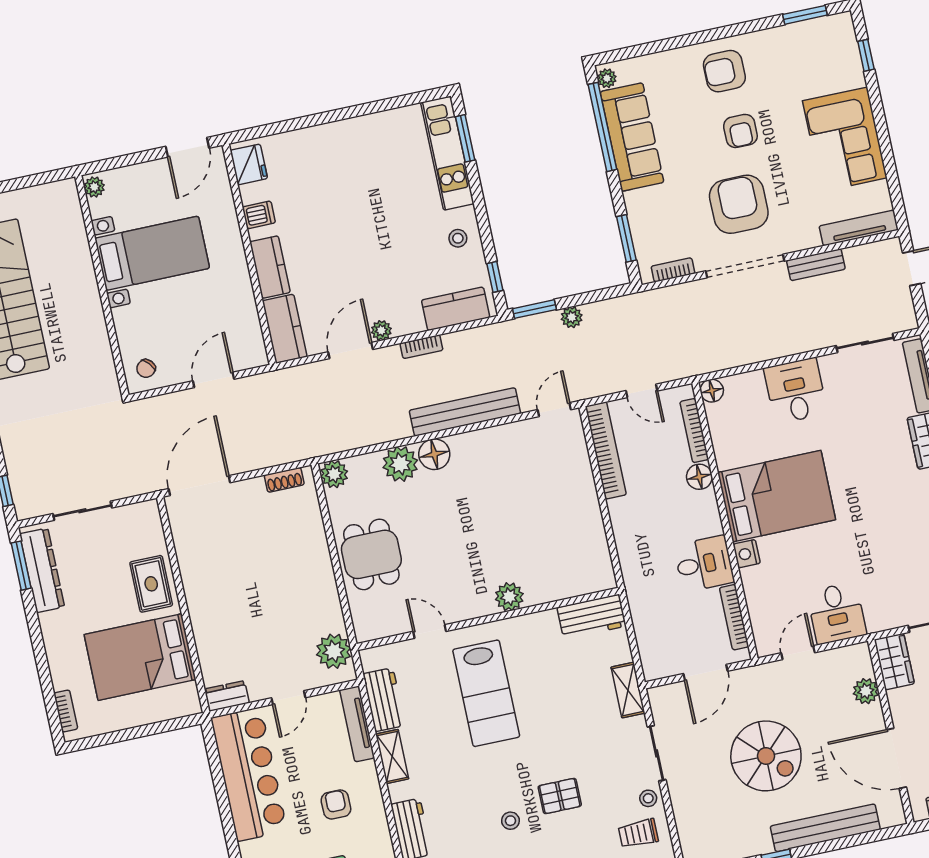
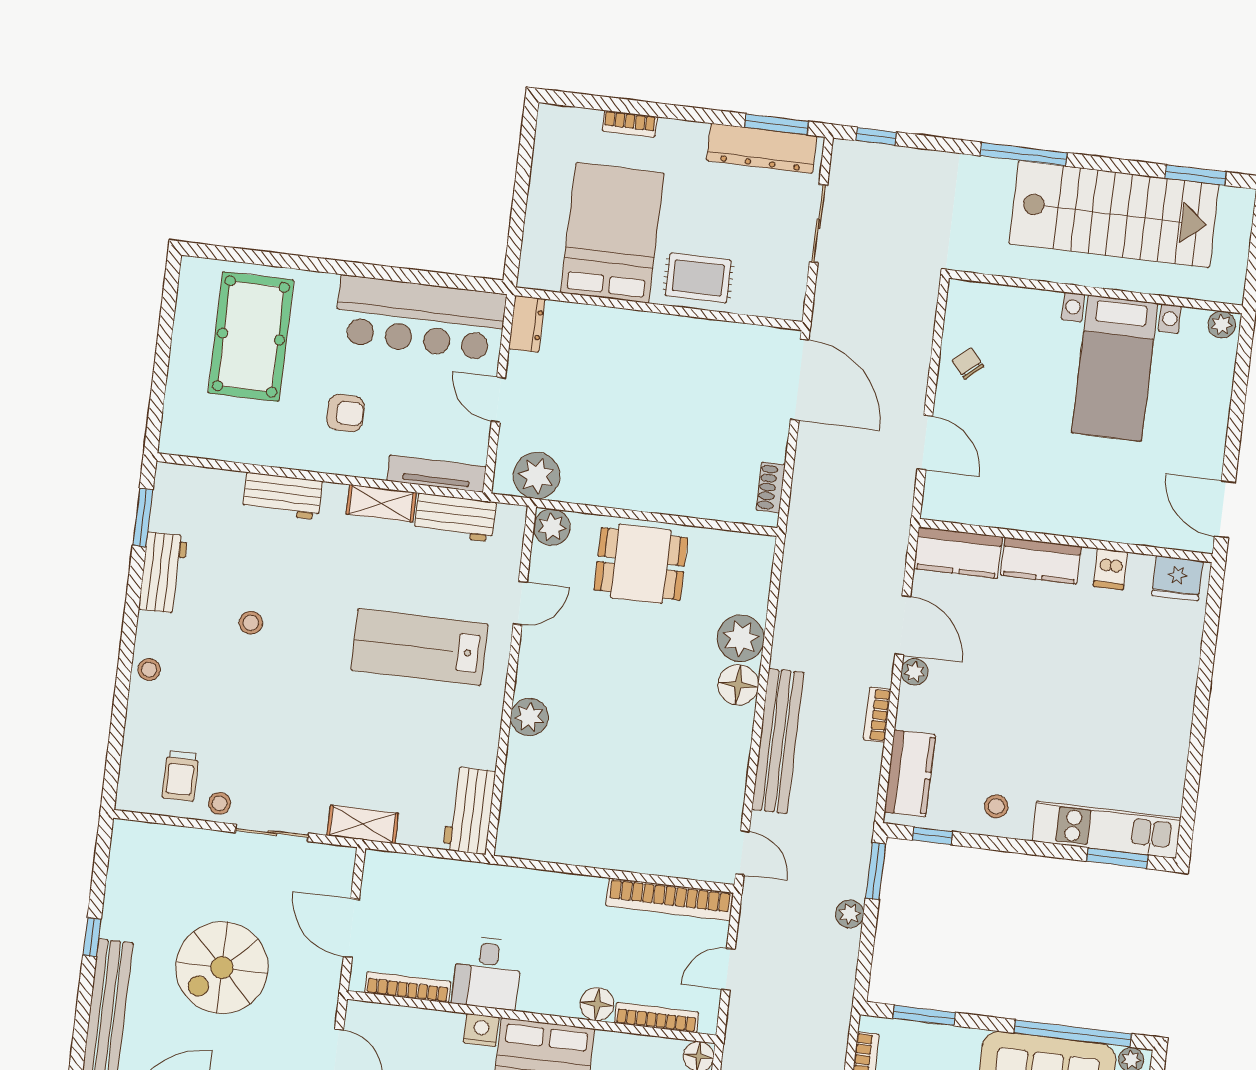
plant: (94, 187) -> (1222, 325), moved
bed with nightstands: (152, 253) -> (1115, 368), moved
wall: (102, 286) -> (1096, 292), moved
plant: (334, 474) -> (552, 527), moved
bookcase: (66, 711) -> (630, 124), moved
pallet: (560, 796) -> (260, 694), removed
trolley: (638, 833) -> (180, 776), turned 180

